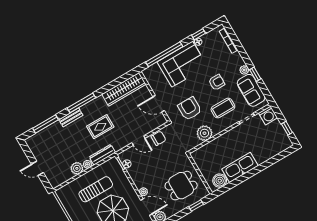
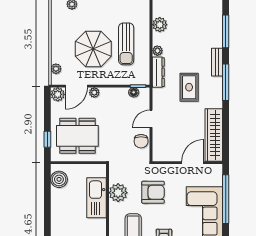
door: (159, 104) -> (193, 163), moved
kitchen sink: (240, 167) -> (96, 198), moved, turned 180
plant: (77, 168) -> (160, 25), moved
dining table: (181, 186) -> (77, 136), width x1.38

